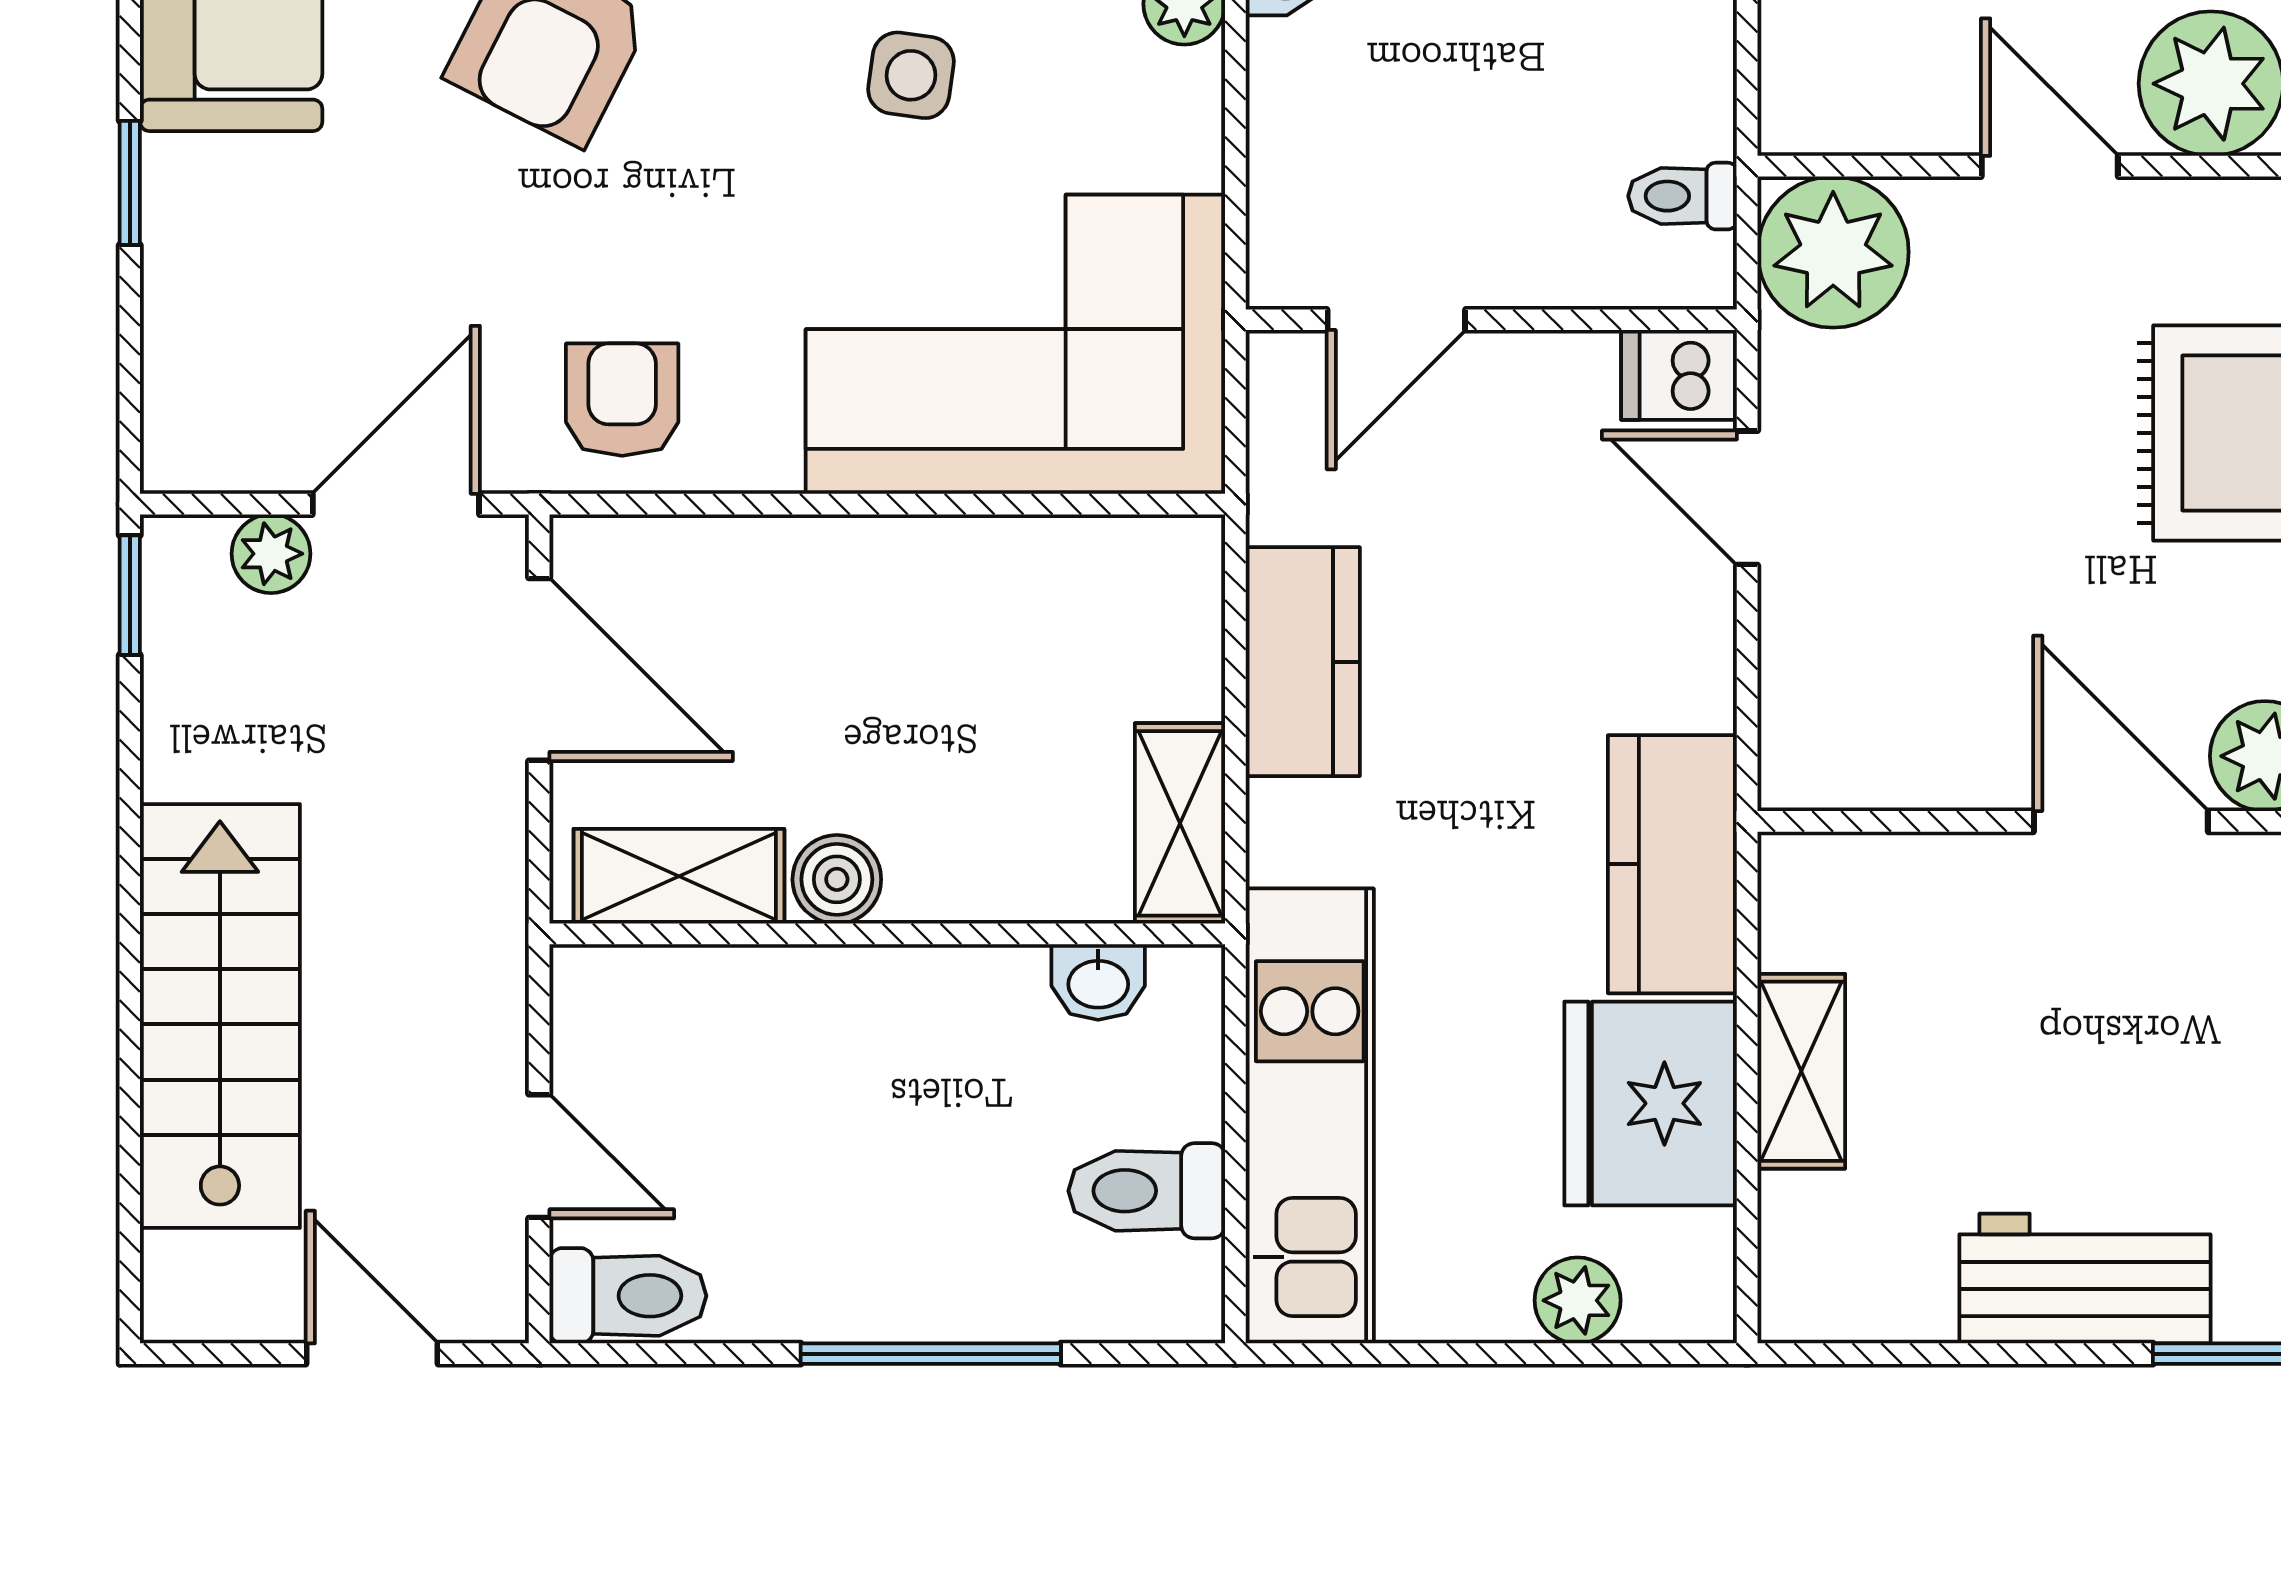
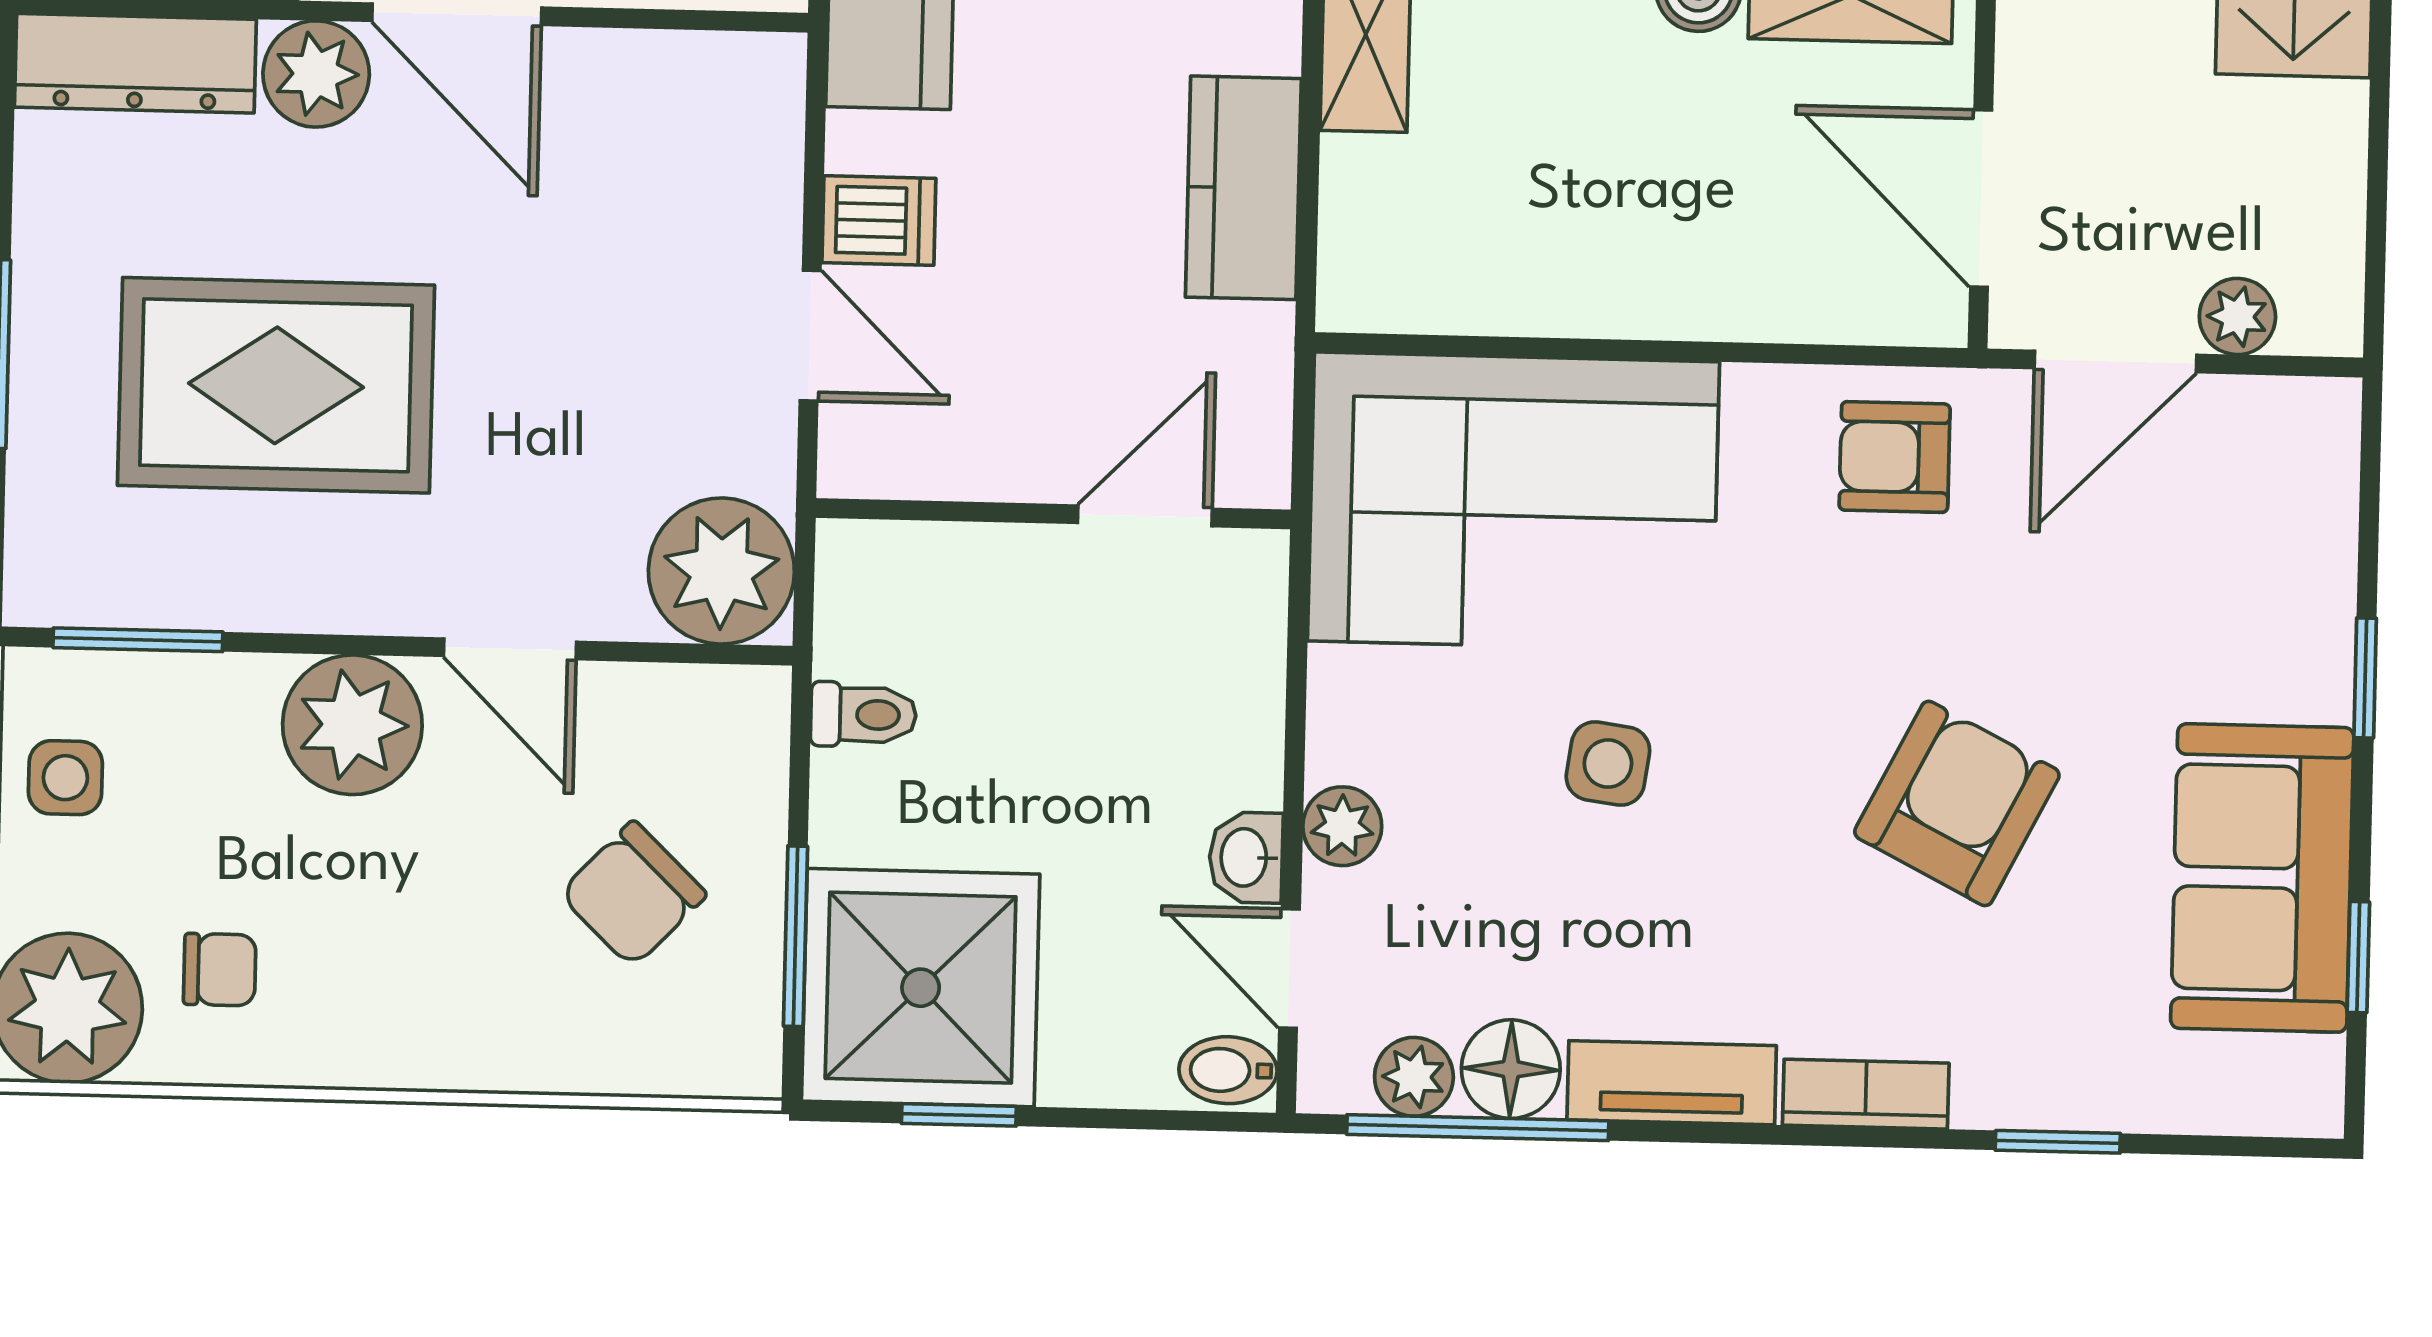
toilet: (1683, 196) -> (863, 715), moved
dishwasher: (1679, 375) -> (879, 221), moved
armchair: (622, 400) -> (1895, 457), turned 90
window: (130, 595) -> (2375, 280), removed

